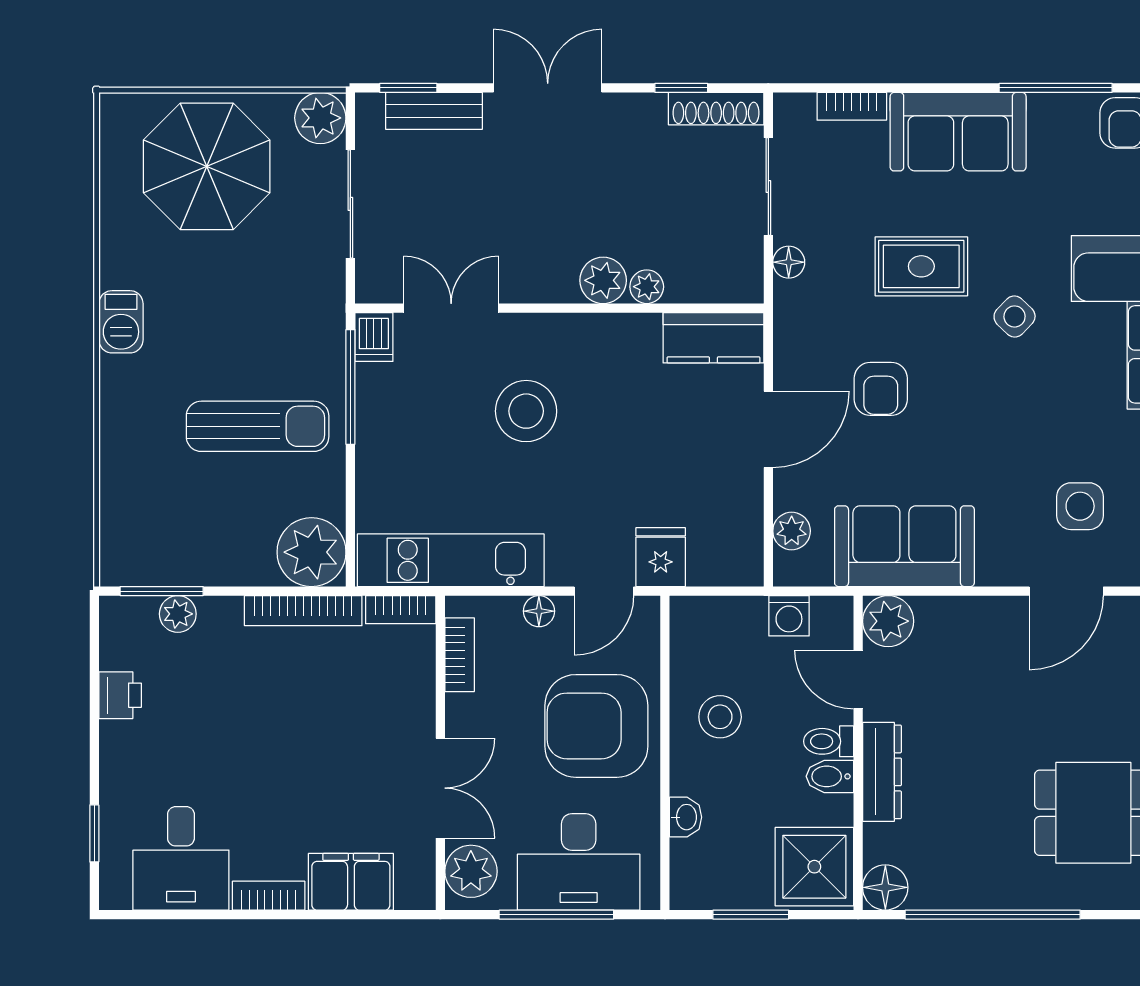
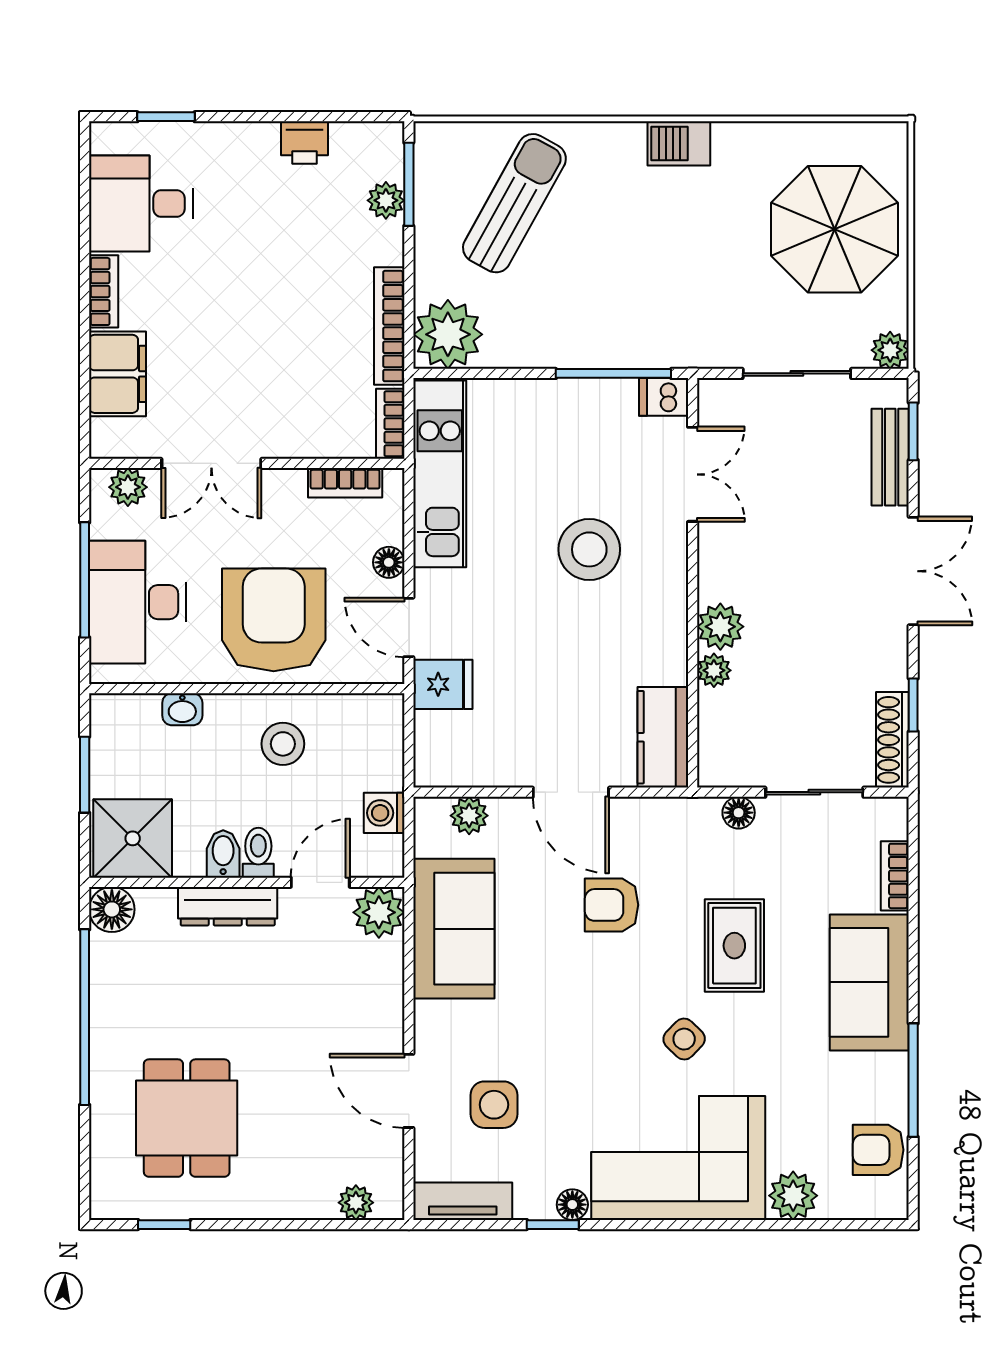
plant: (320, 118) -> (890, 350), width x0.73, depth x0.73
sun lounger: (258, 426) -> (514, 203), moved, turned -151
plant: (471, 871) -> (128, 487), width x0.73, depth x0.73

